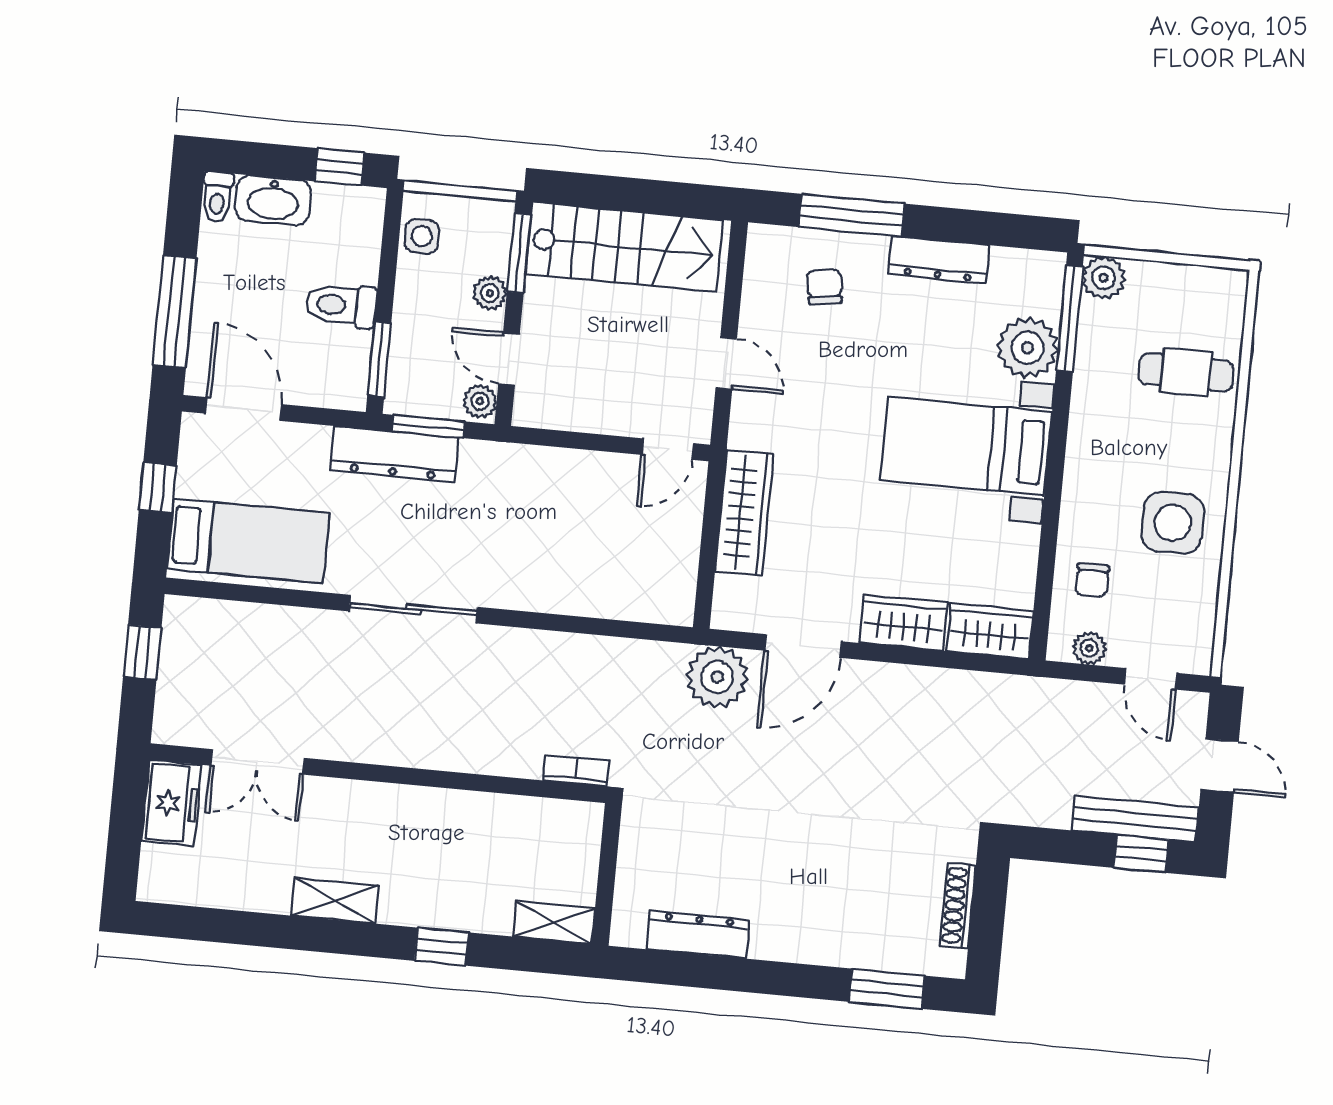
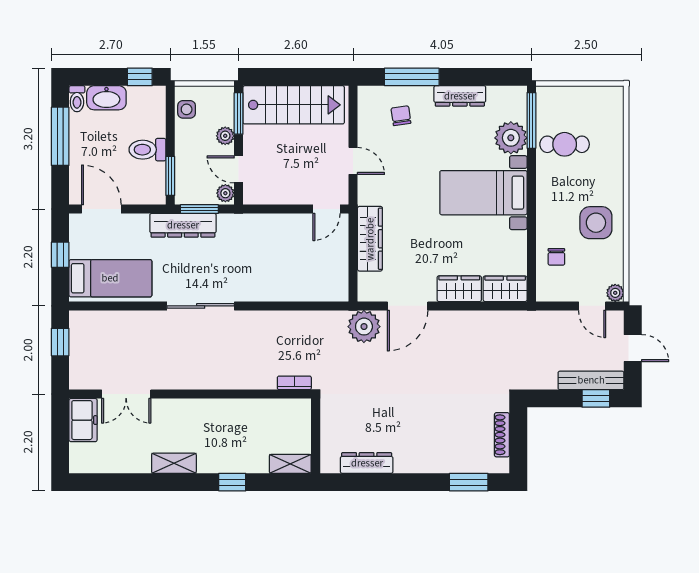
plant: (1104, 278) -> (547, 97), removed
window: (174, 311) -> (60, 136), moved
cafe table: (1186, 372) -> (565, 144), moved
plant: (1089, 648) -> (615, 293), moved

